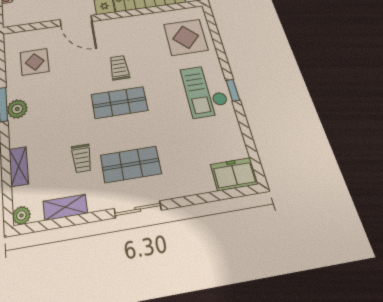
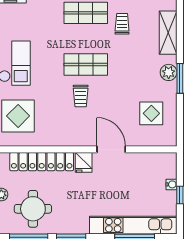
shelving: (19, 166) -> (168, 33), width x1.50, depth x1.33

